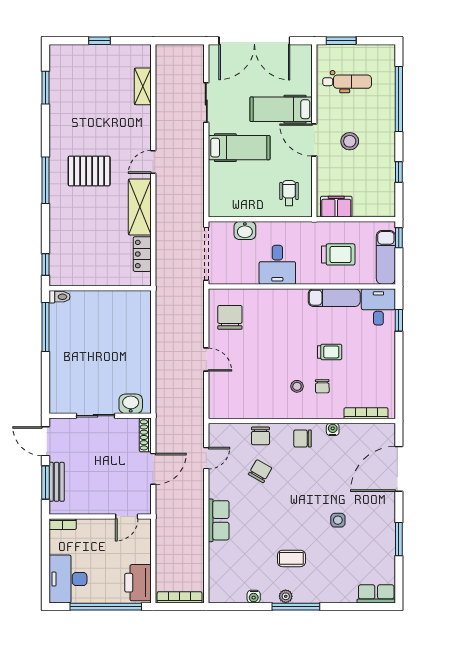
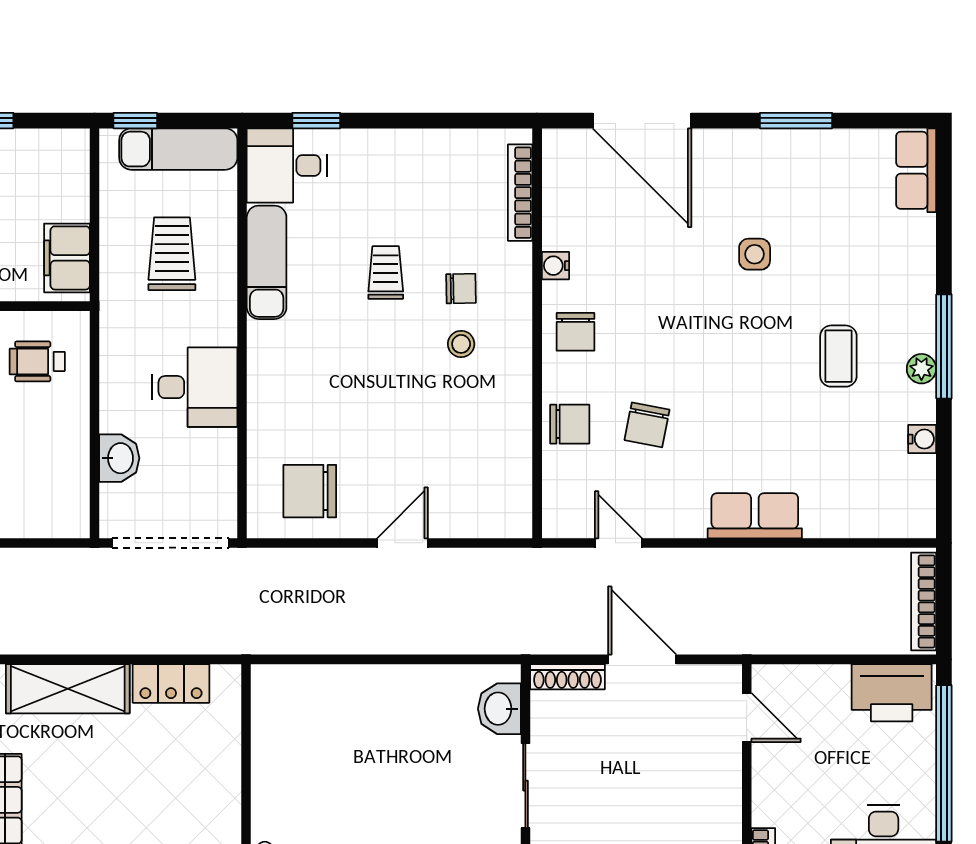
chair: (260, 471) -> (647, 425), turned -109

